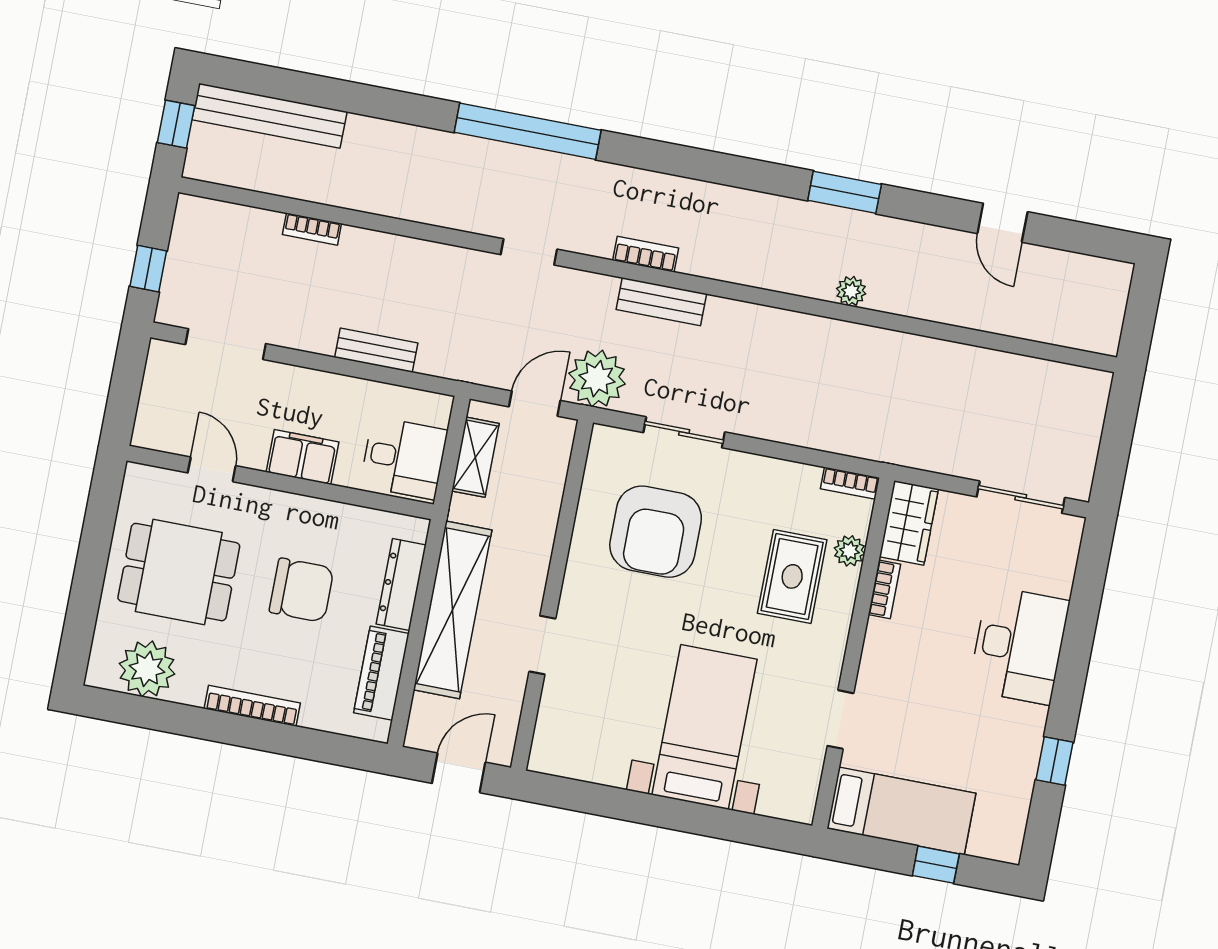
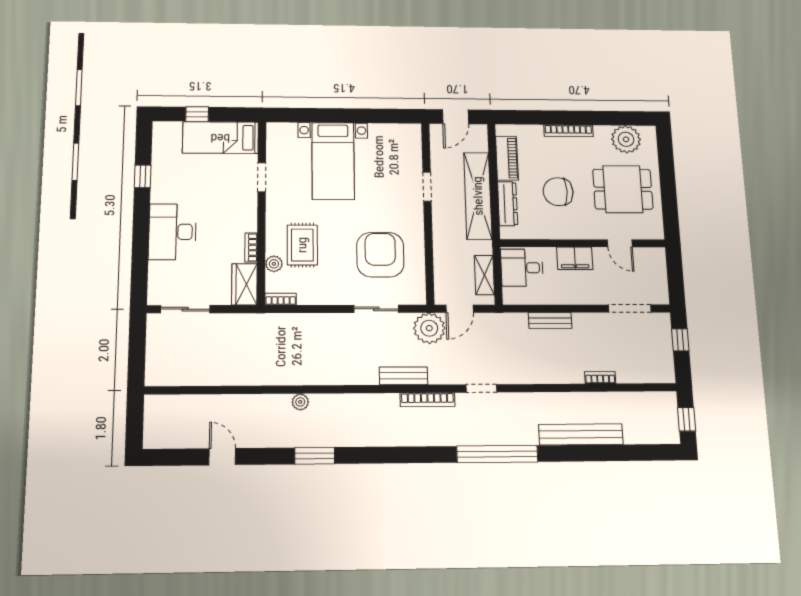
bench: (270, 116) -> (581, 434), moved
bookcase: (646, 254) -> (427, 400), width x1.56

